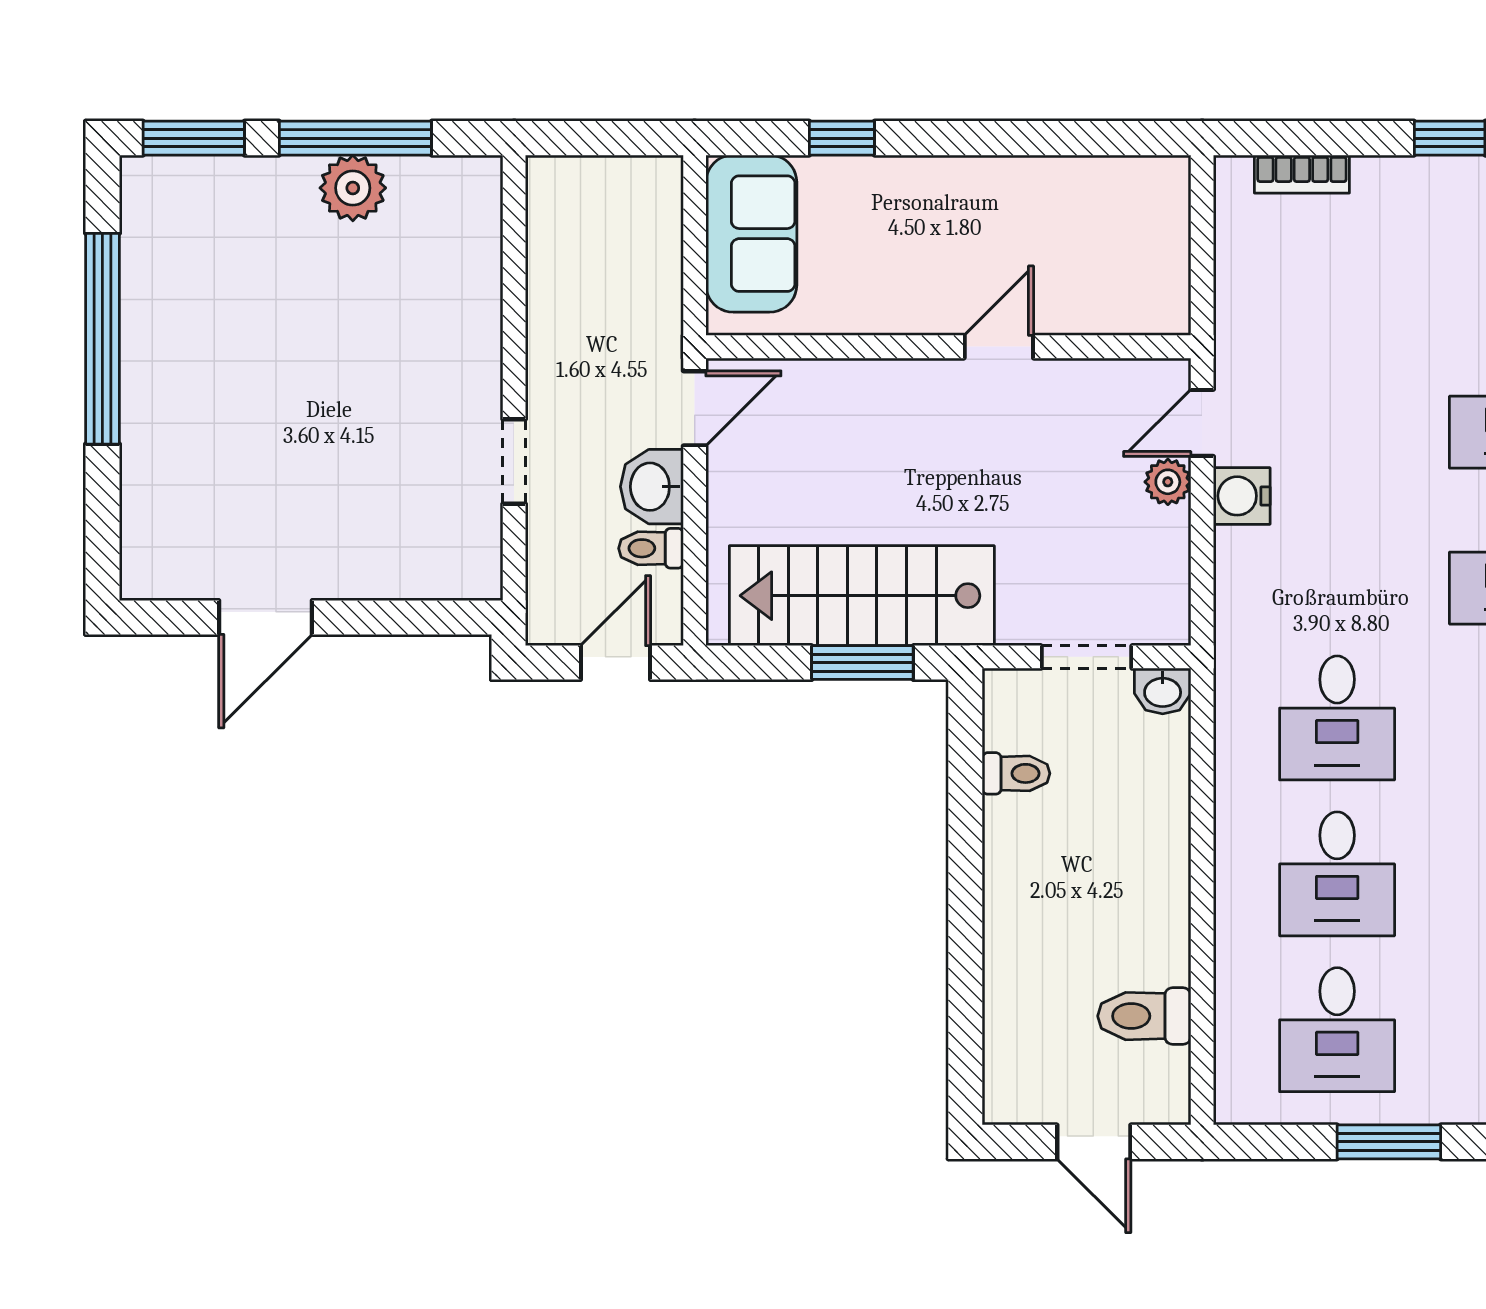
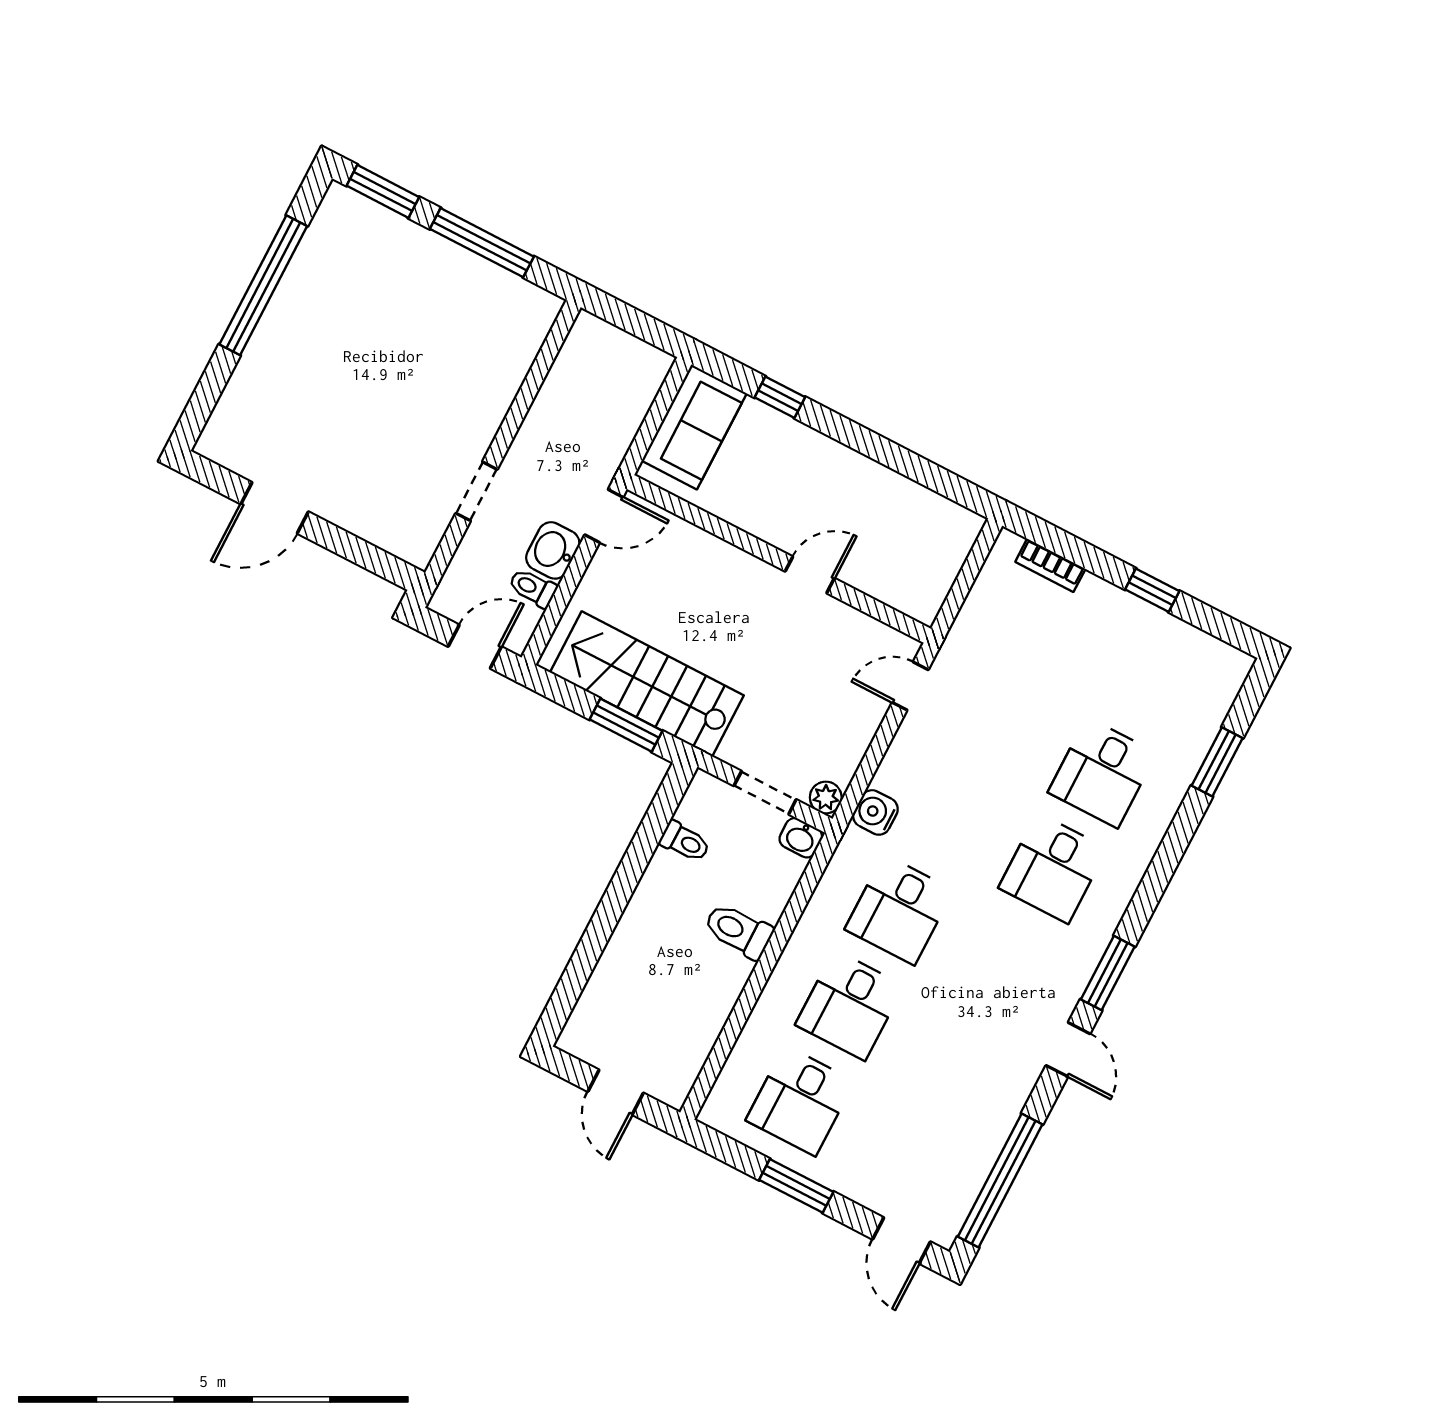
plant: (353, 188) -> (464, 272), removed
plant: (1168, 482) -> (826, 798), moved
water cooler: (1242, 496) -> (875, 812), moved
toilet: (1144, 1016) -> (738, 931), moved

